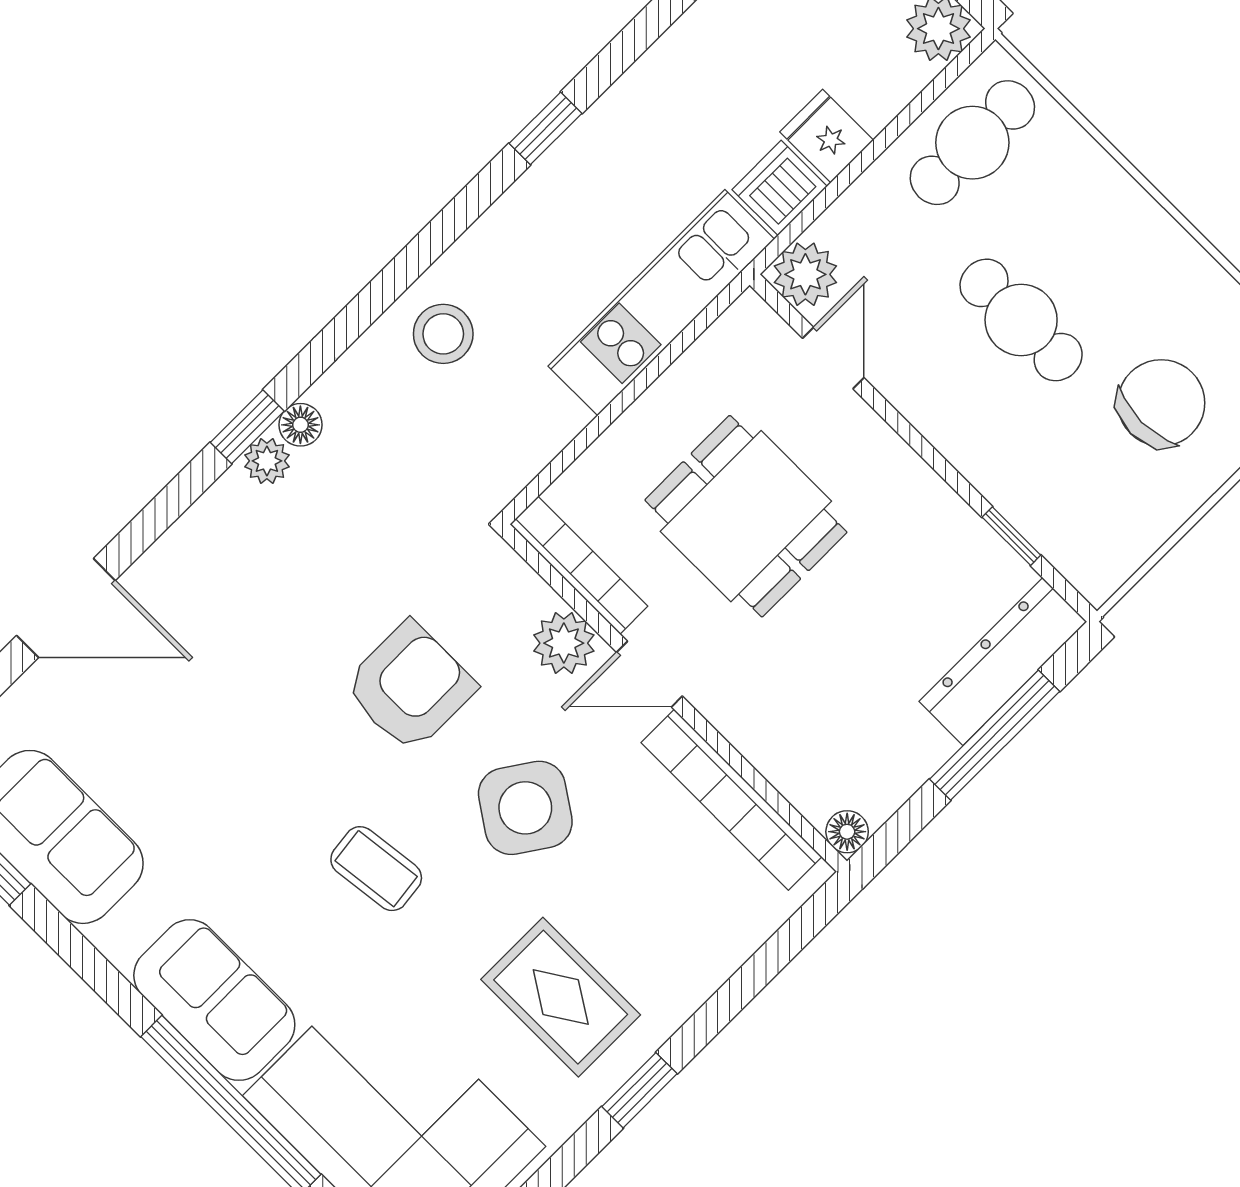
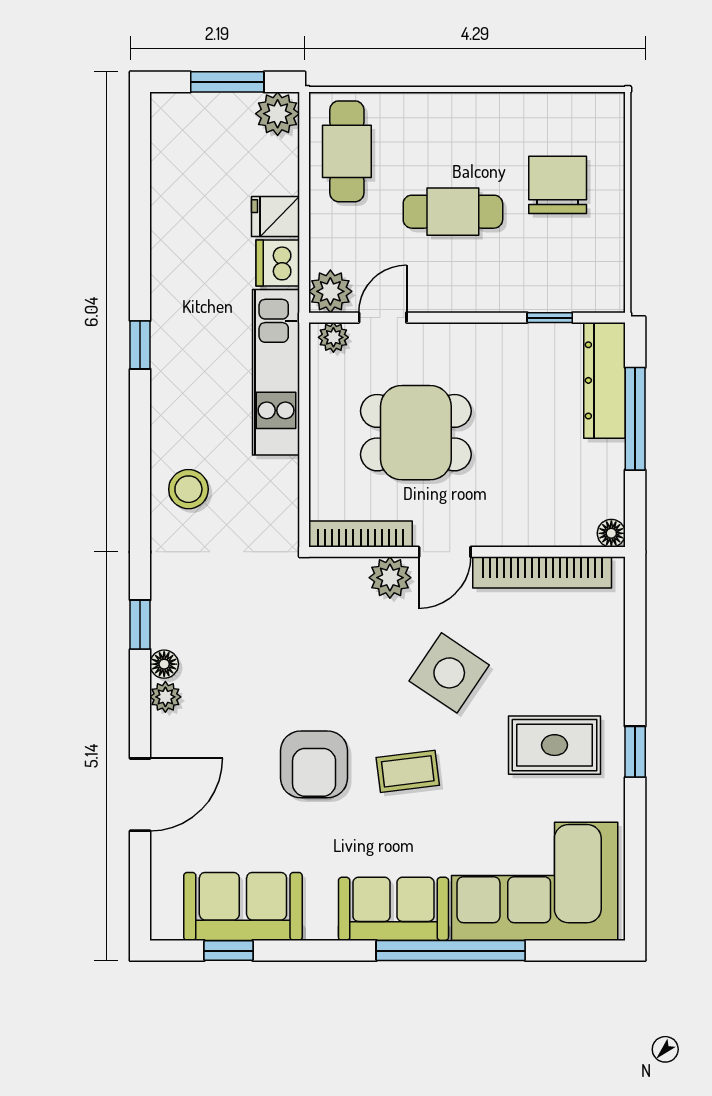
plant: (760, 327) -> (333, 337), added
door: (833, 358) -> (383, 318), hinge flipped
floor lamp: (300, 425) -> (164, 664), moved
plant: (267, 461) -> (165, 697), moved
armchair: (410, 687) -> (314, 764), moved, turned 180

